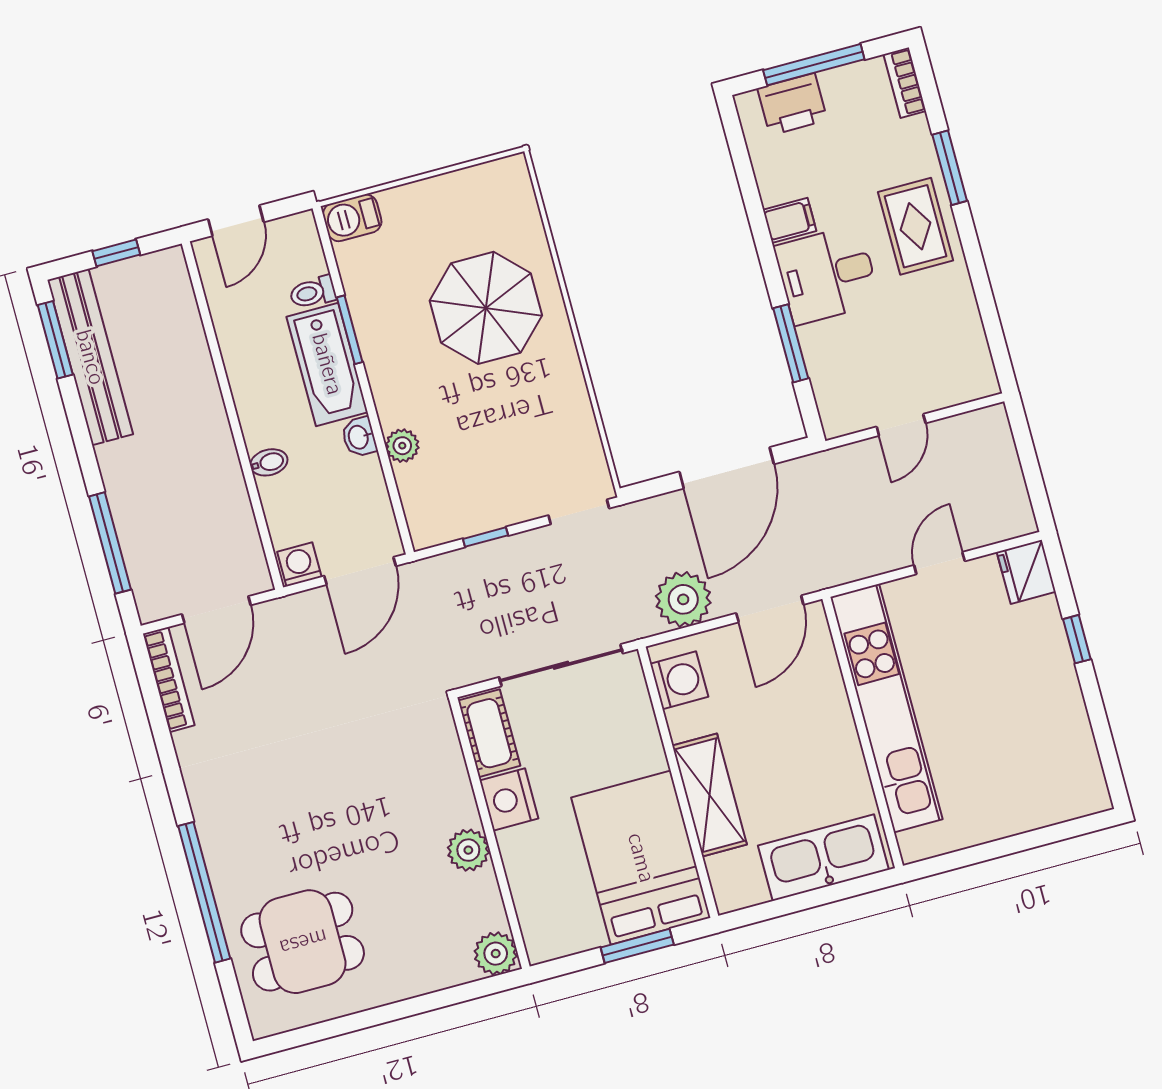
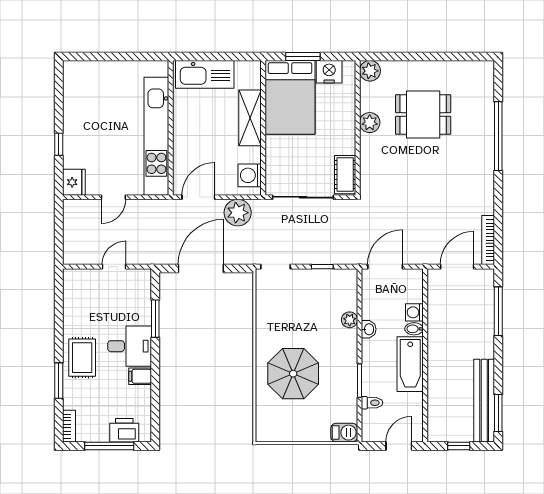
bathtub: (327, 364) -> (410, 364), moved, turned 180
washing machine: (299, 564) -> (414, 312), moved, turned 90
nightstand: (509, 800) -> (329, 72), moved, turned -90
dining table: (303, 942) -> (423, 114), moved

